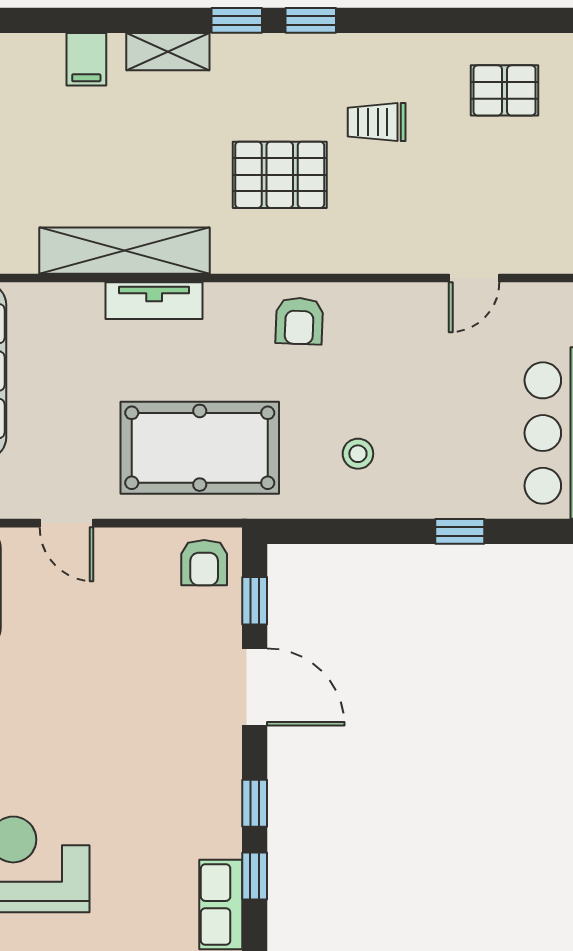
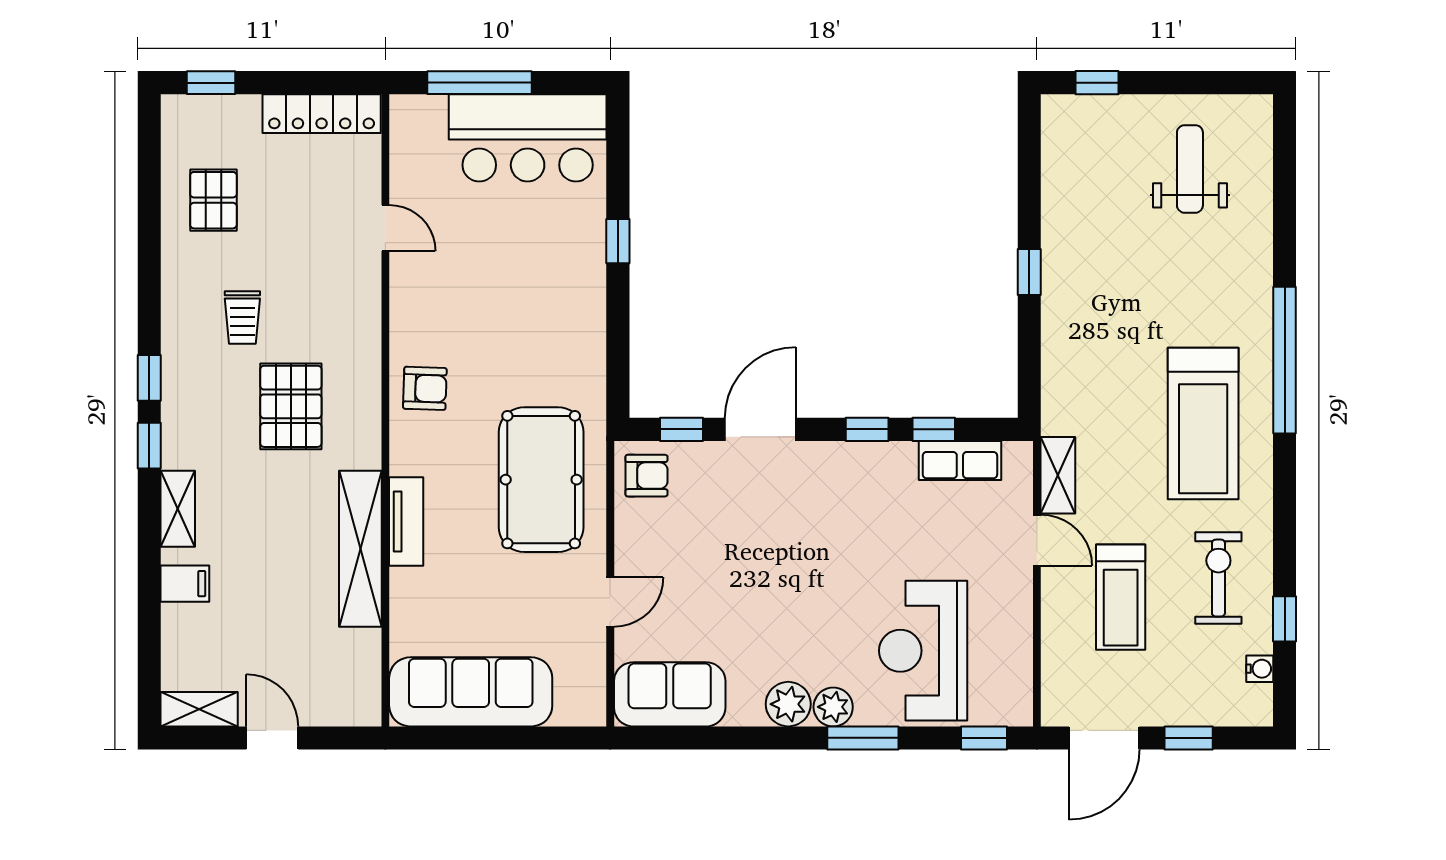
stool: (358, 454) -> (547, 335), removed

